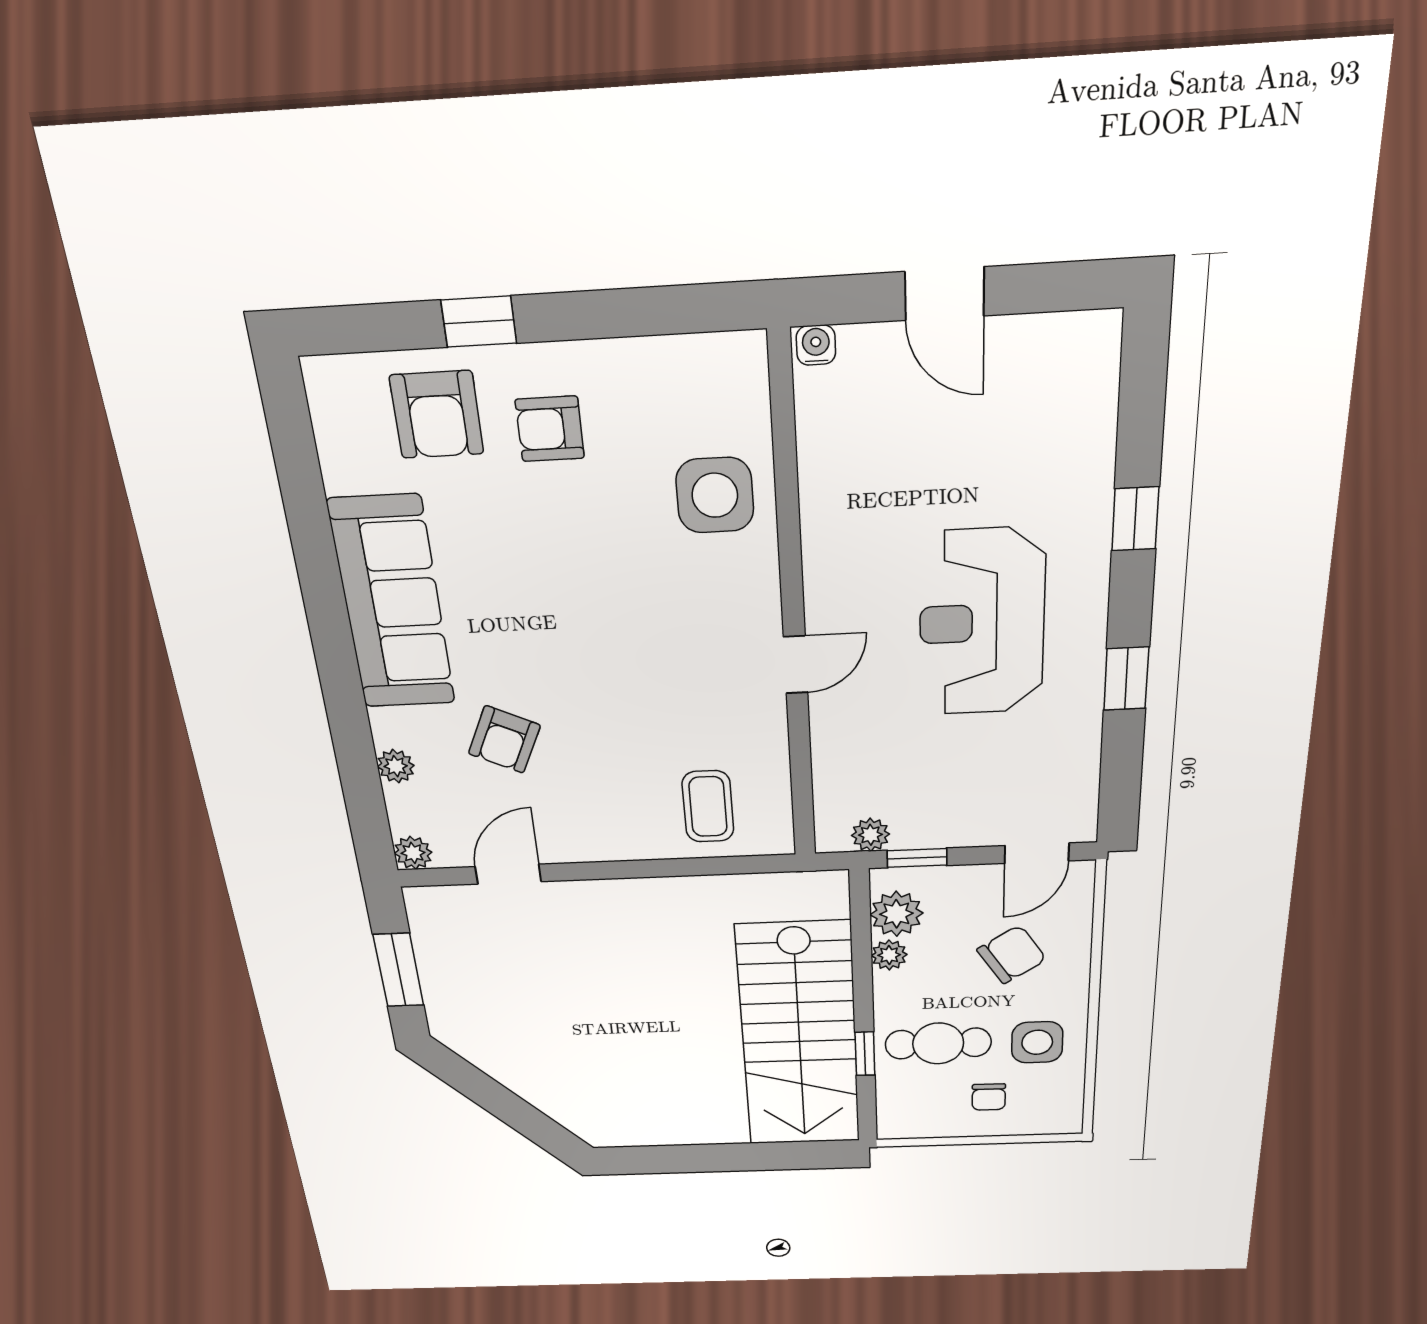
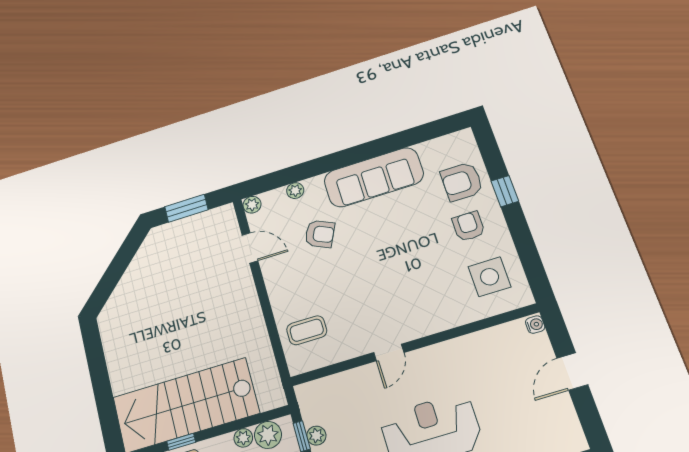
side table: (715, 495) -> (490, 277), moved
door: (796, 665) -> (389, 352), hinge flipped
armchair: (504, 739) -> (320, 234), turned 180
plant: (871, 835) -> (316, 436), moved

